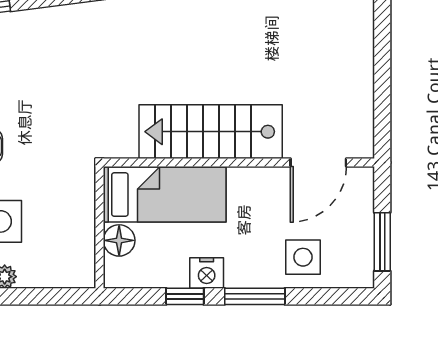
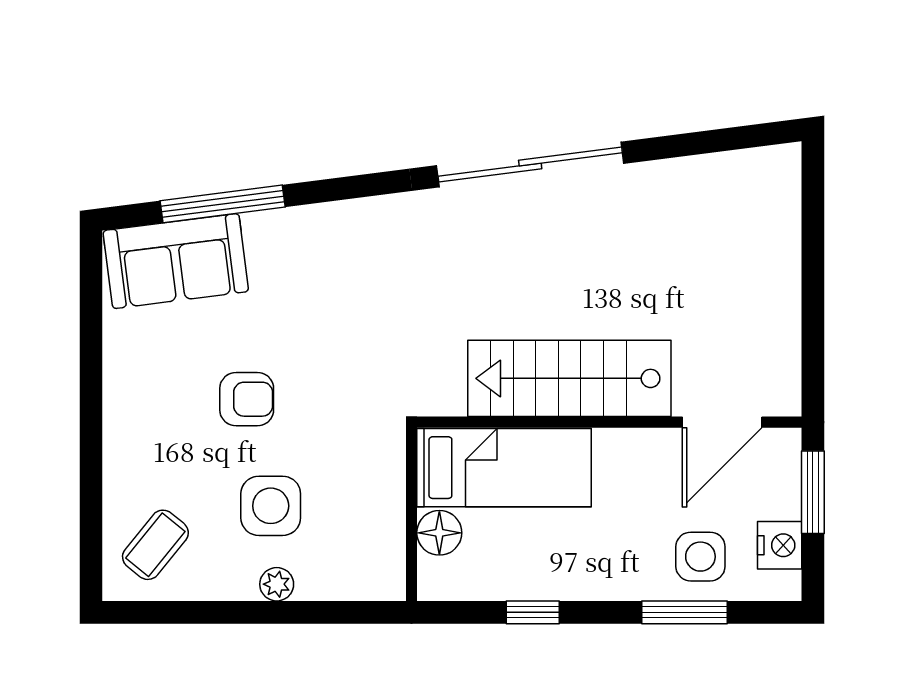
window: (382, 242) -> (813, 492), moved
nightstand: (207, 273) -> (780, 545), moved, turned -90
window: (255, 296) -> (685, 612), moved

